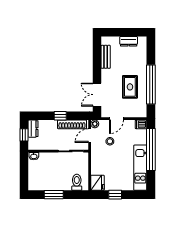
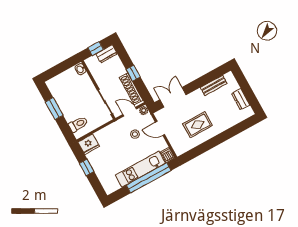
window: (151, 84) -> (211, 143), removed
kitchen unit: (140, 168) -> (140, 169), moved

